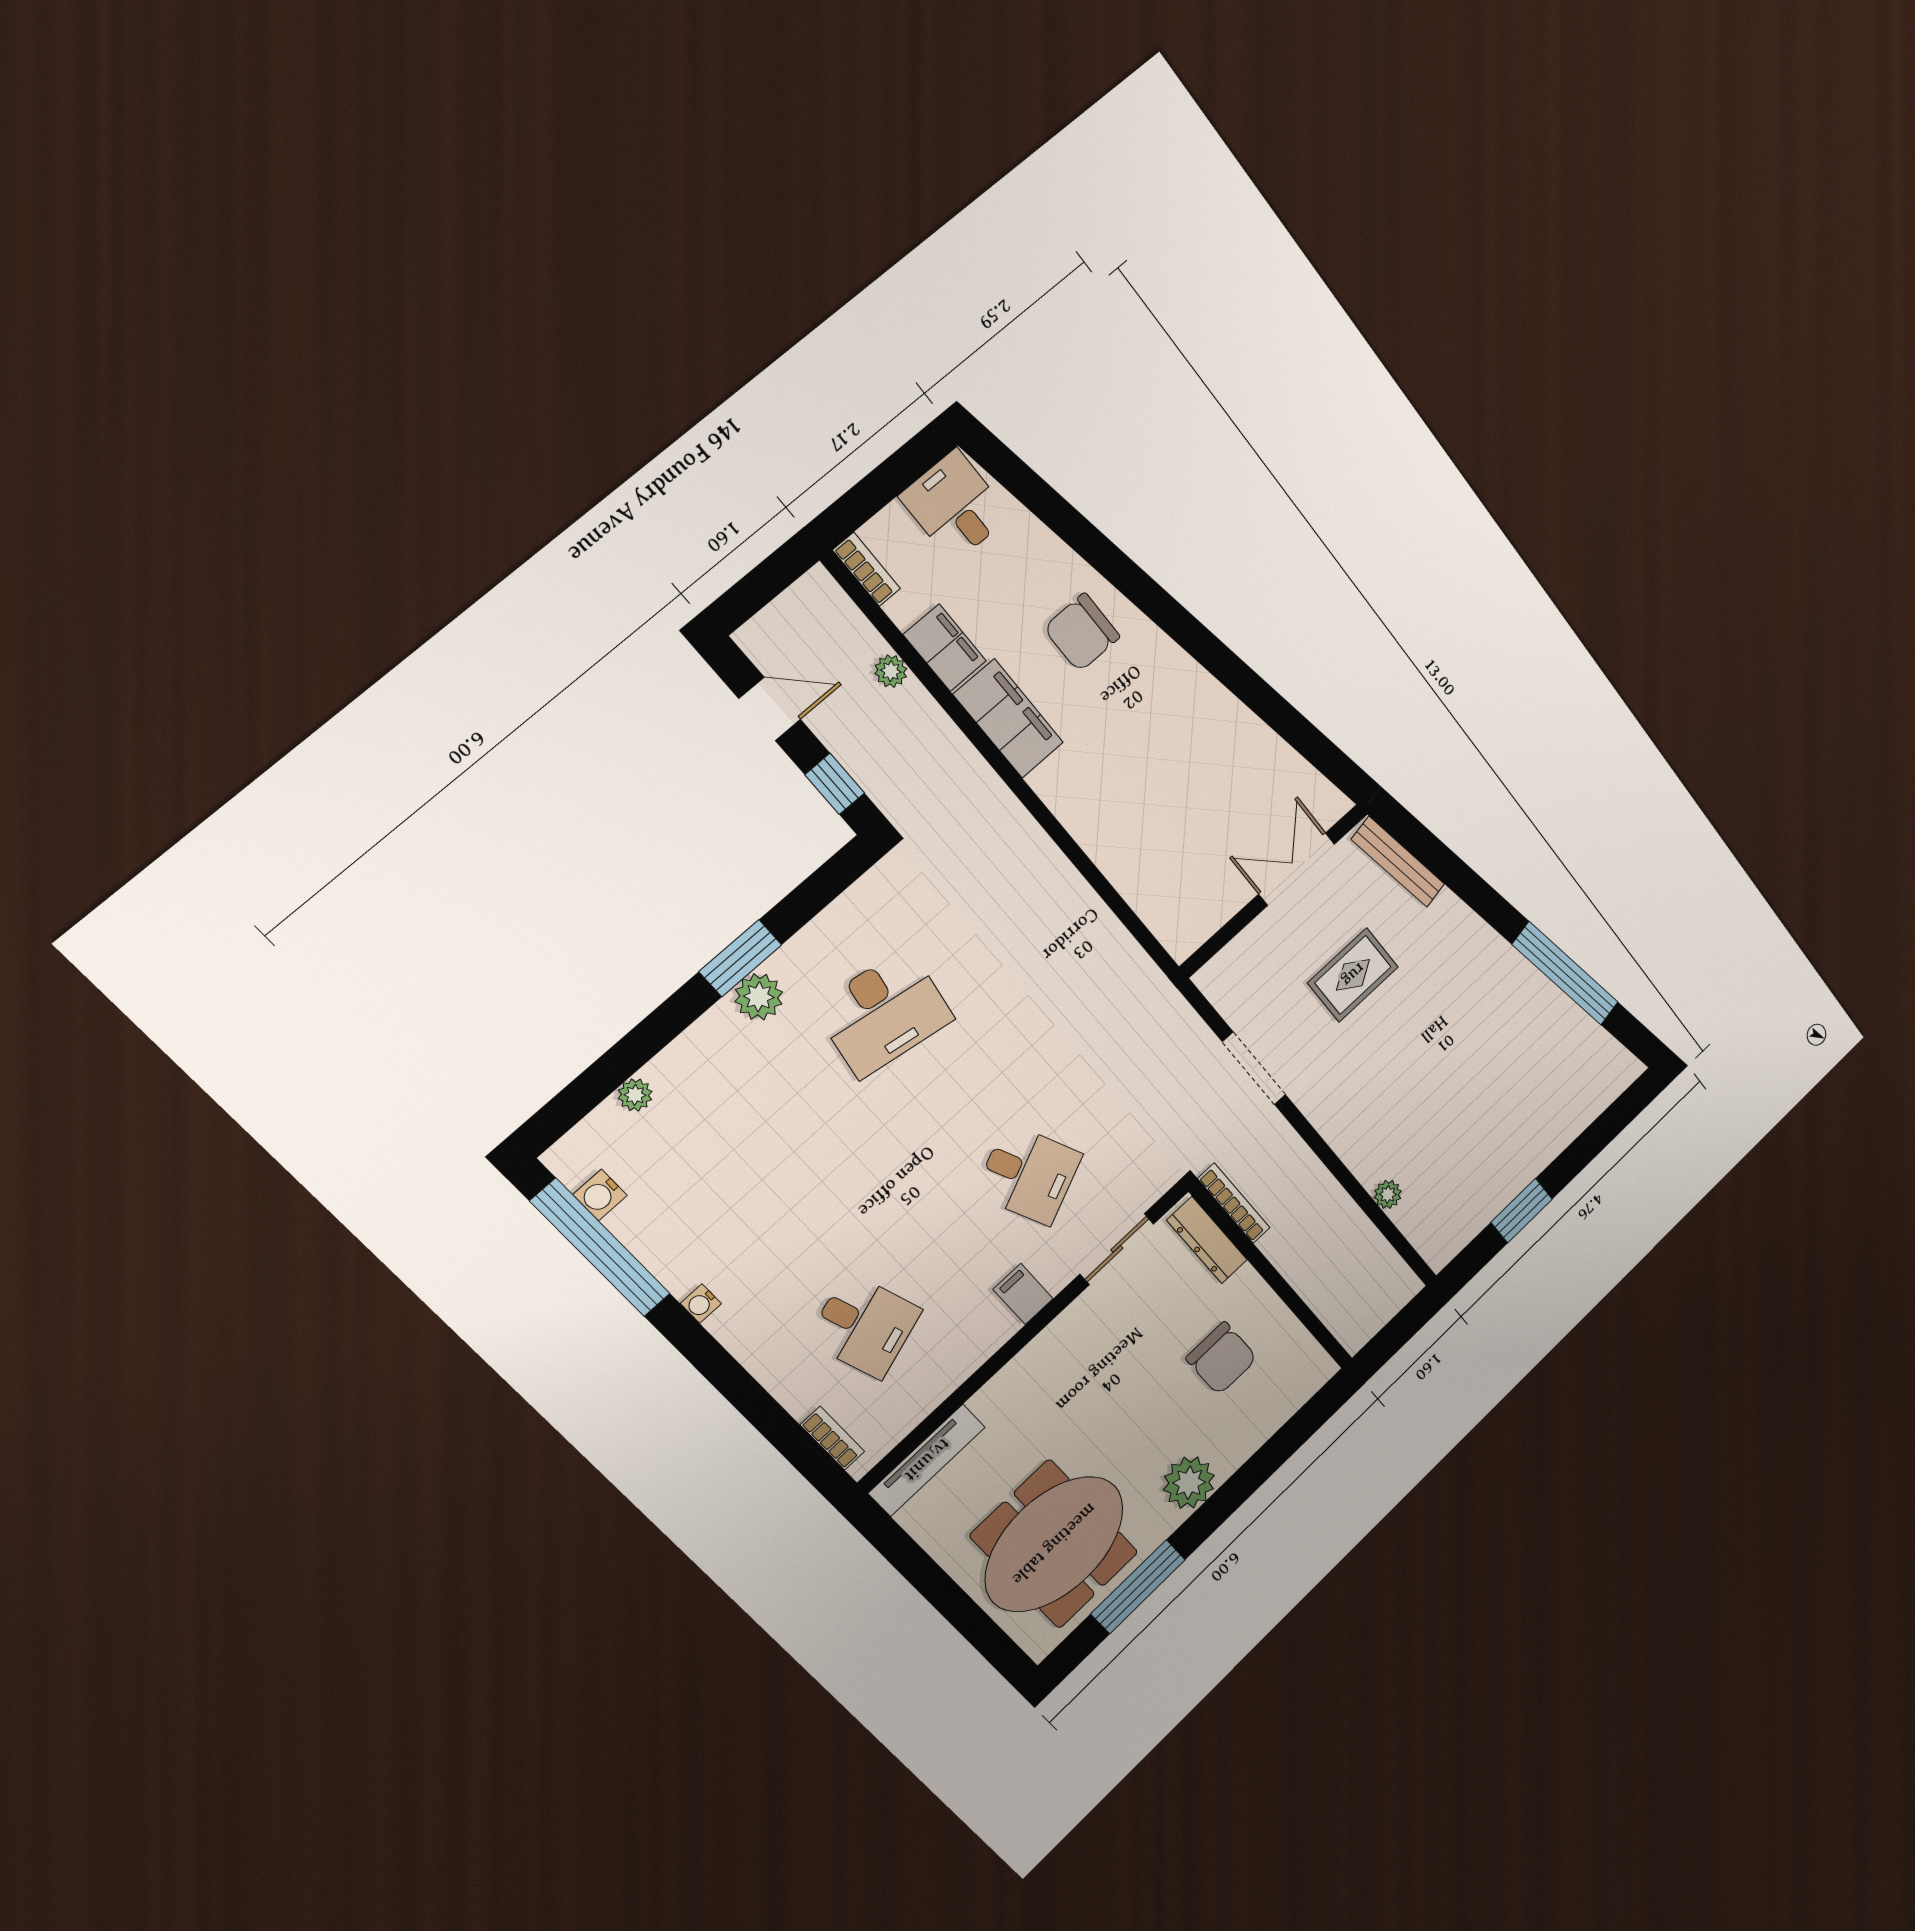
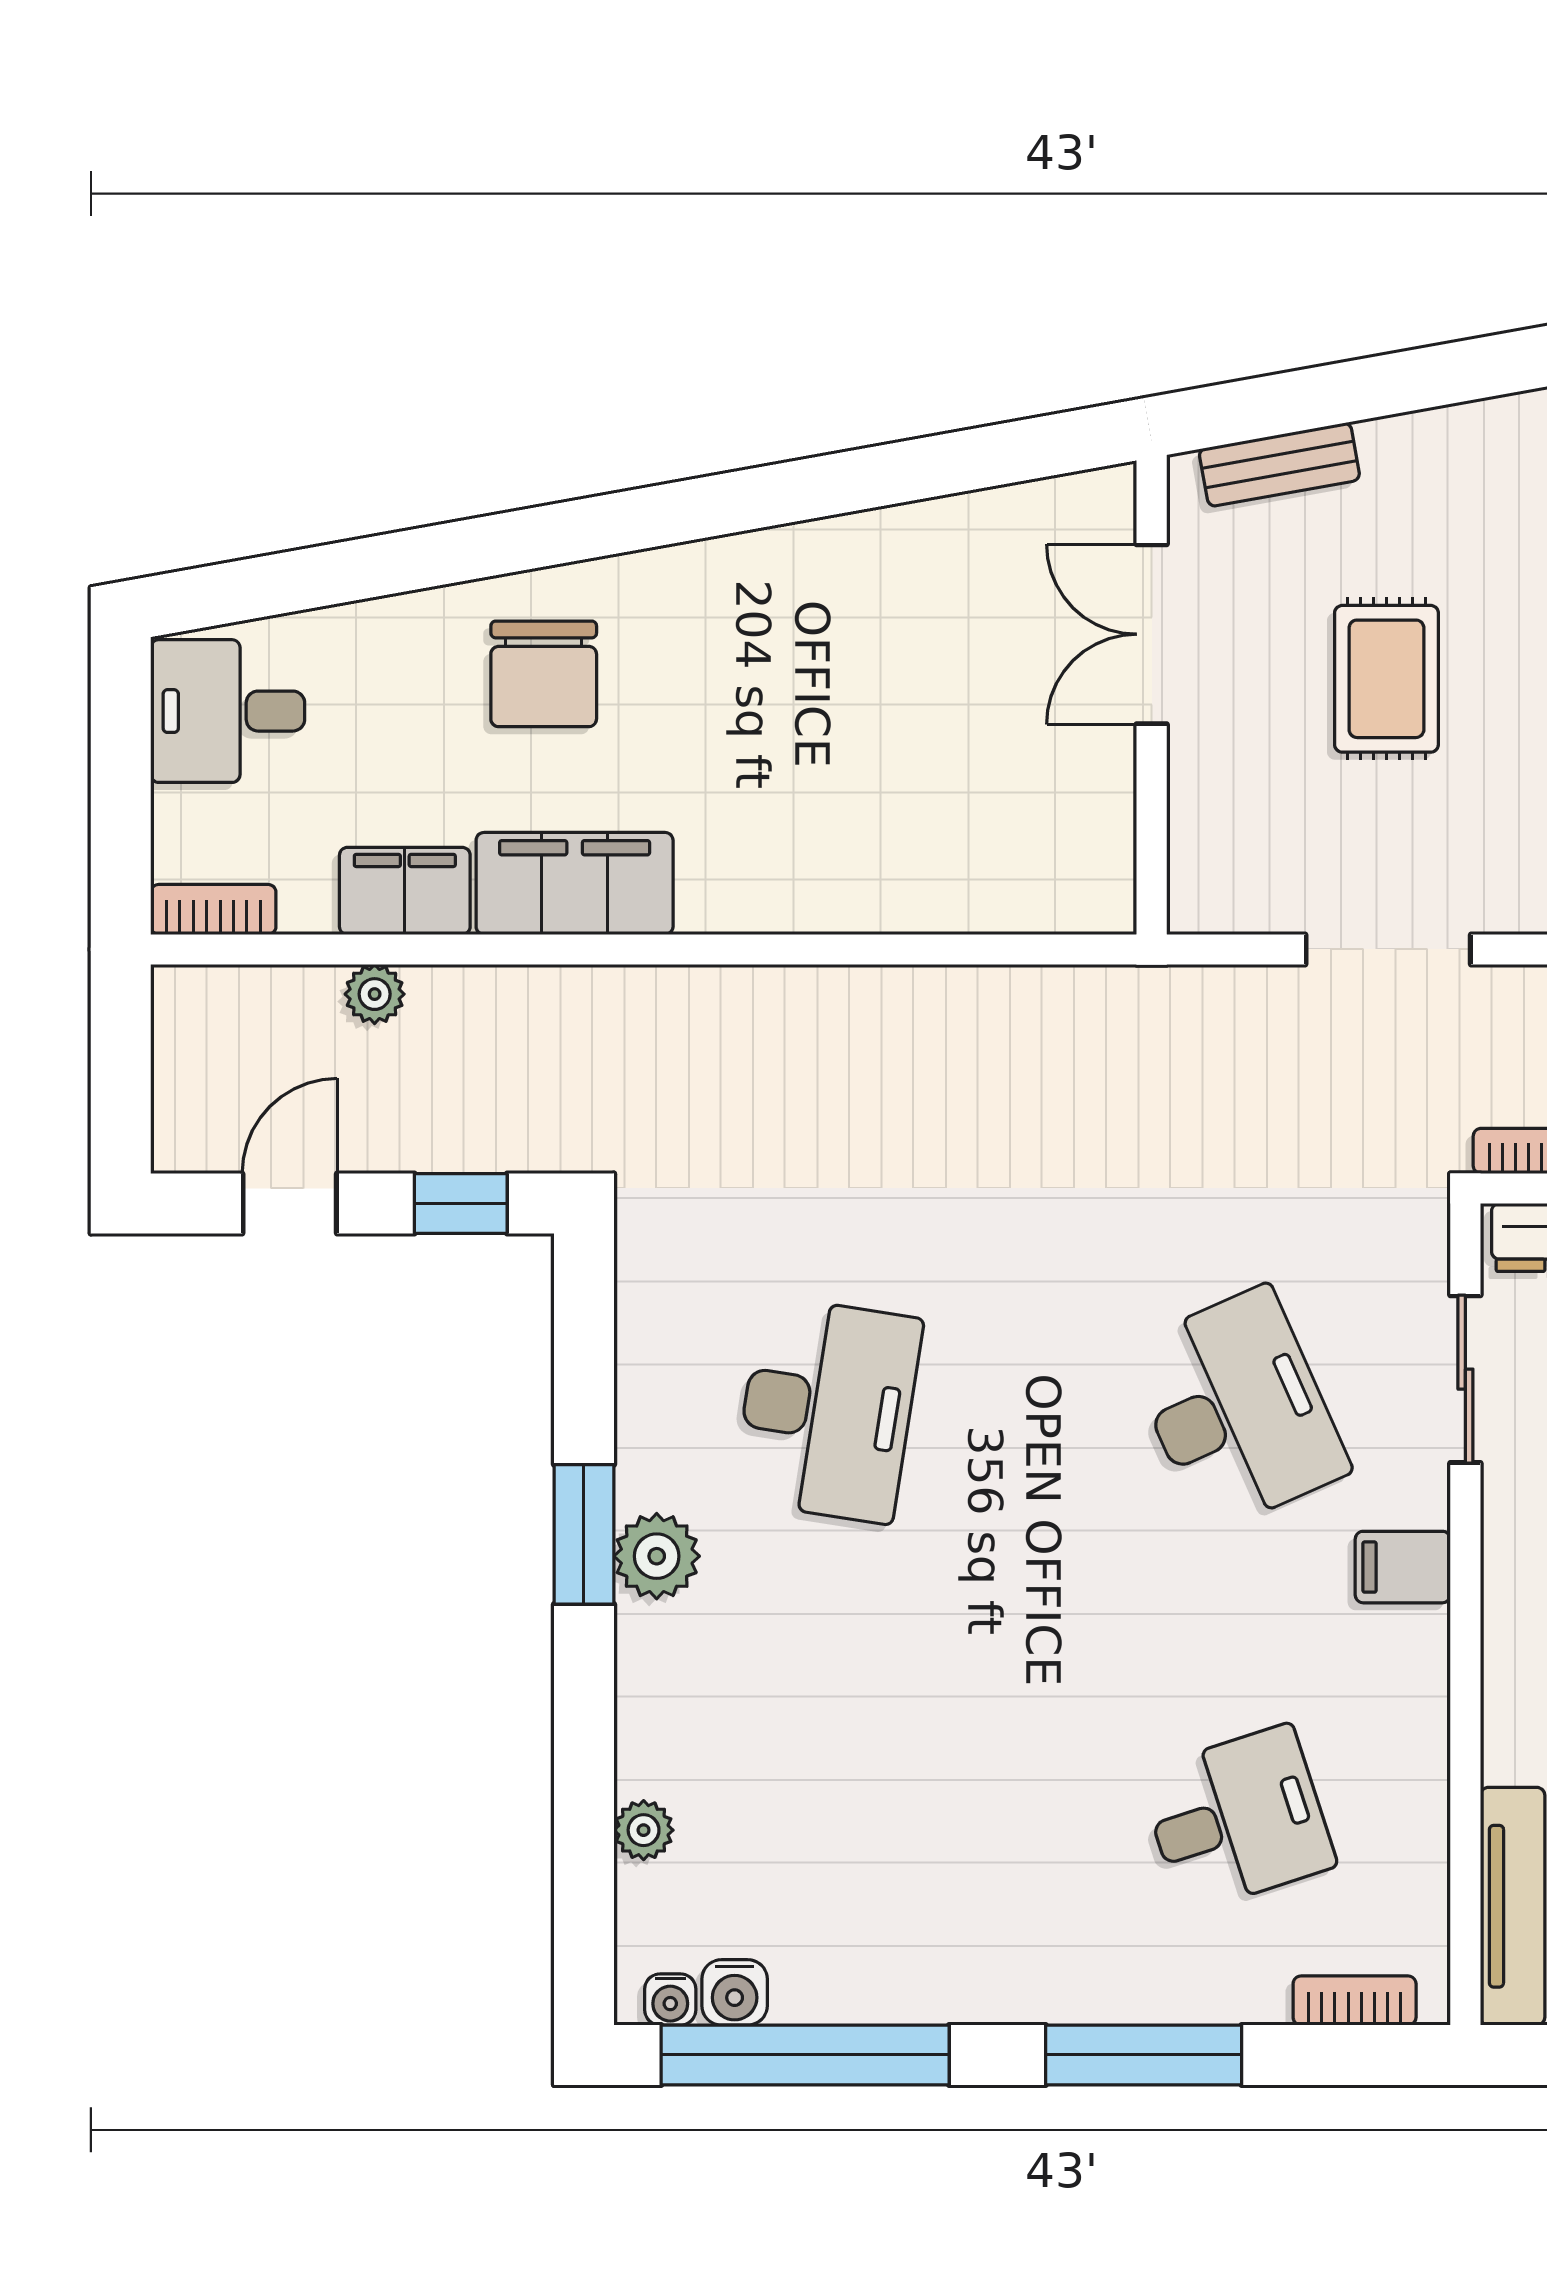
bench: (1398, 862) -> (1279, 464), width x0.73
desk: (1028, 1174) -> (1237, 1410), width x1.37
water cooler: (701, 1304) -> (670, 1999), moved
window: (732, 1380) -> (1144, 2055), added

